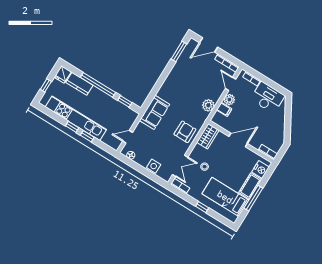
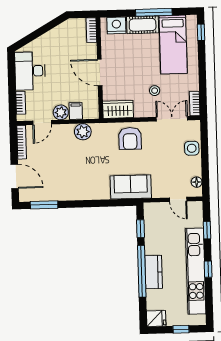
kitchen counter: (79, 84) -> (154, 272), moved
armchair: (185, 132) -> (130, 138), turned -90
window: (87, 136) -> (207, 230), moved
window: (202, 207) -> (201, 32), moved

